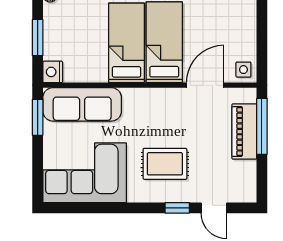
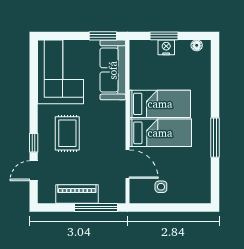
side table: (243, 70) -> (161, 187), moved
nightstand: (53, 72) -> (166, 47), moved
piano: (244, 132) -> (77, 194), moved

